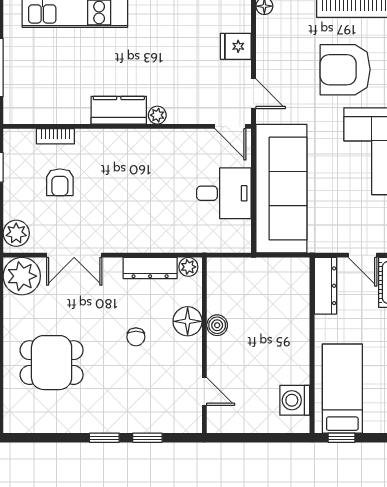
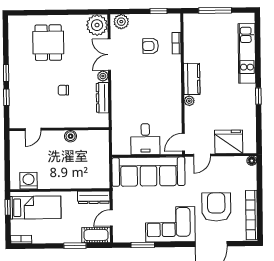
fridge: (236, 46) -> (229, 142), width x1.88, depth x1.34
plant: (188, 267) -> (103, 76), moved
floor lamp: (188, 321) -> (73, 119), removed

